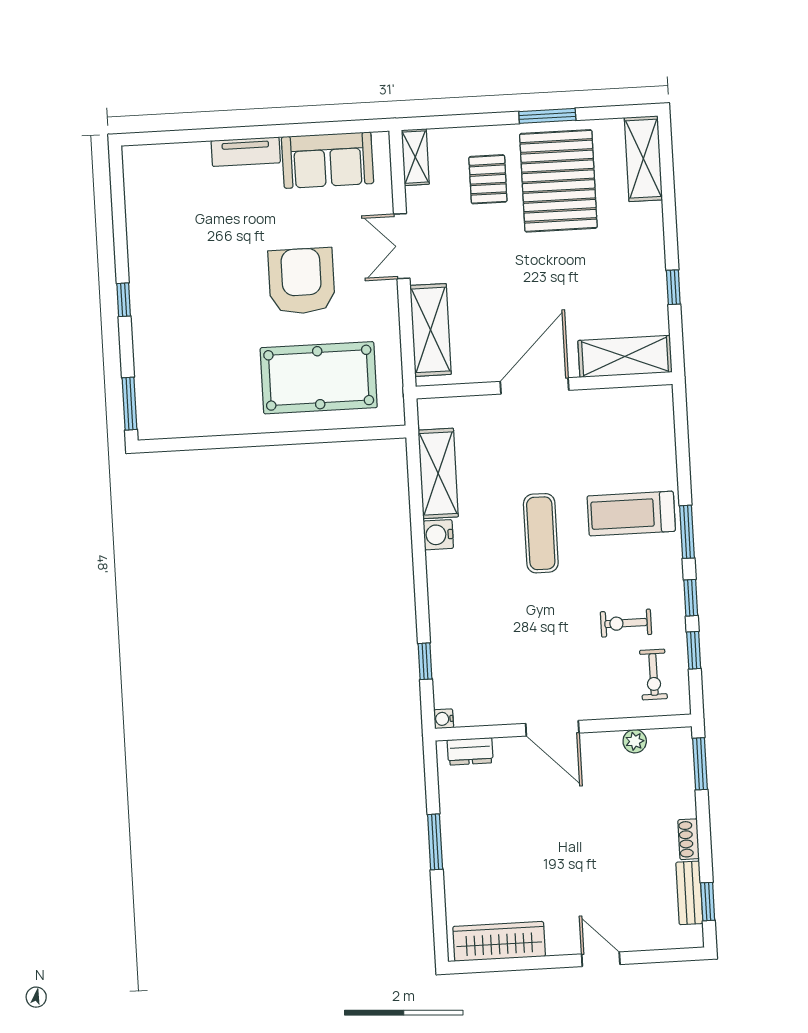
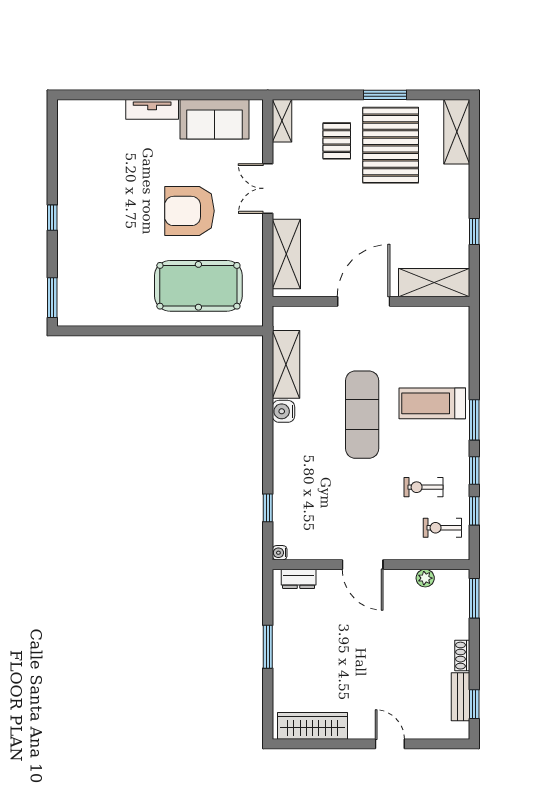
armchair: (302, 281) -> (189, 211), turned -90
exercise mat: (541, 533) -> (362, 415), width x1.36, depth x1.45
exercise bike: (653, 675) -> (442, 528), turned 90

